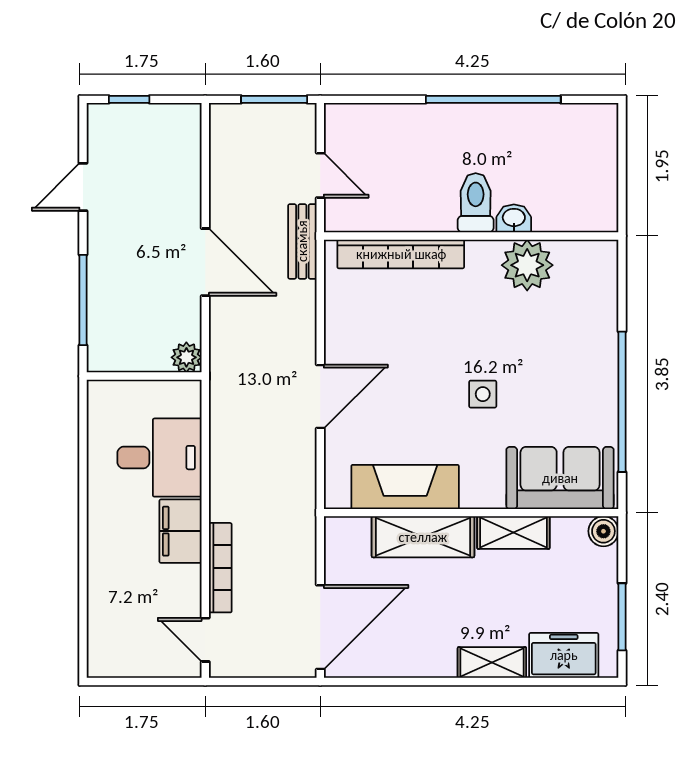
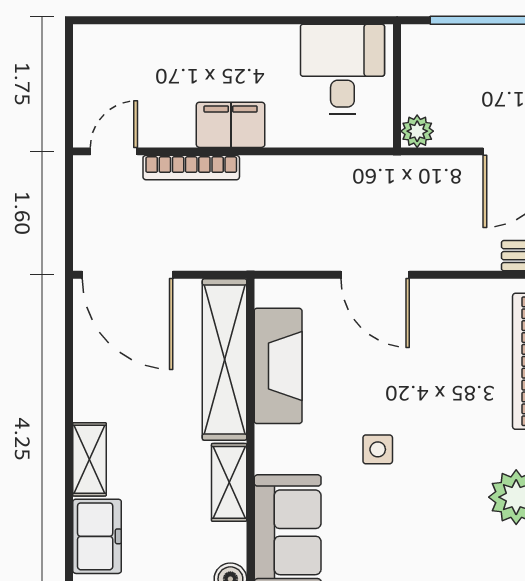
desk: (160, 458) -> (342, 69), moved, turned 180
shelving: (423, 537) -> (225, 360), width x1.47

